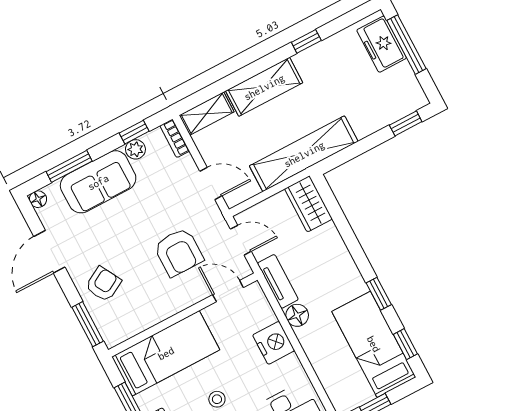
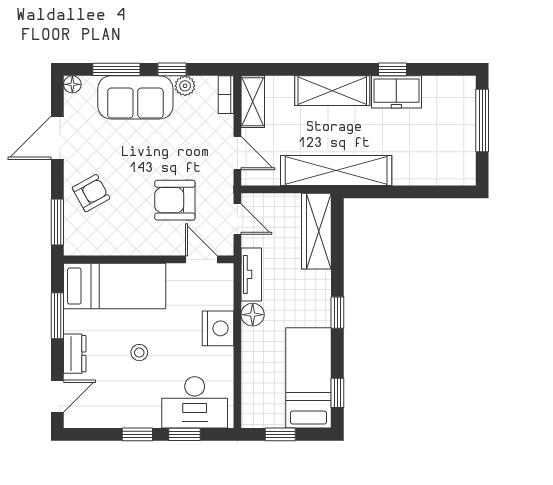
freezer: (382, 44) -> (396, 92), moved, turned -90
shelving: (207, 114) -> (253, 102), moved, turned 90
window: (406, 123) -> (444, 192), removed
window: (134, 132) -> (172, 69), moved
wardrobe: (308, 204) -> (316, 231), width x1.50
armchair: (179, 252) -> (175, 200), turned 90
window: (379, 294) -> (337, 313), moved

